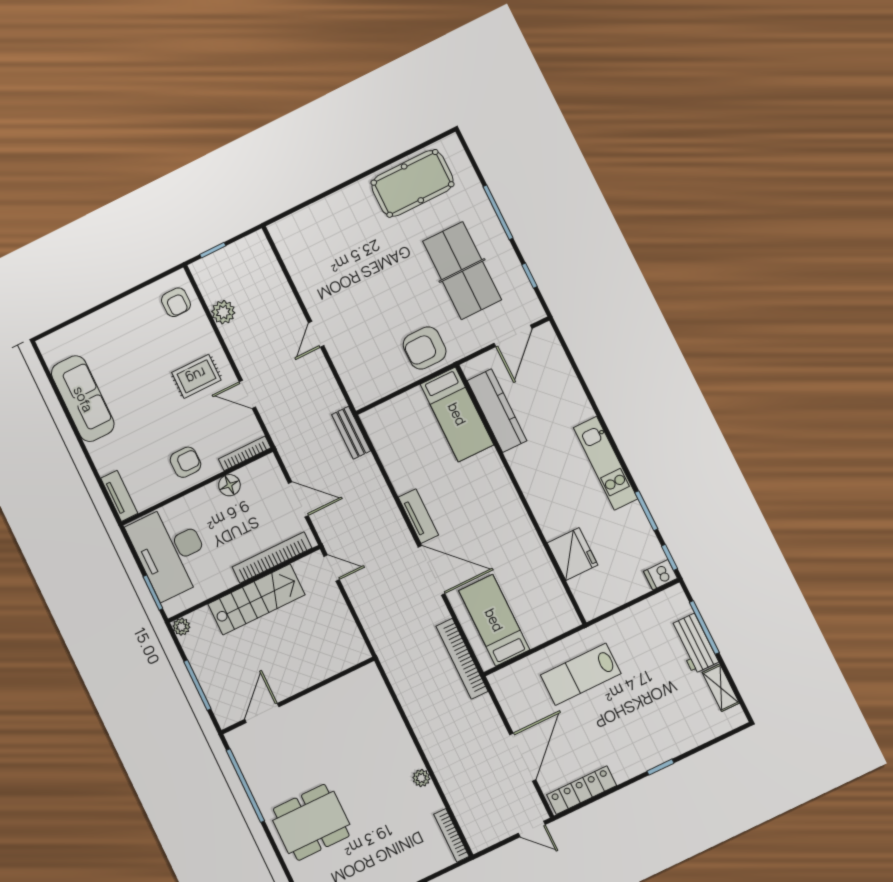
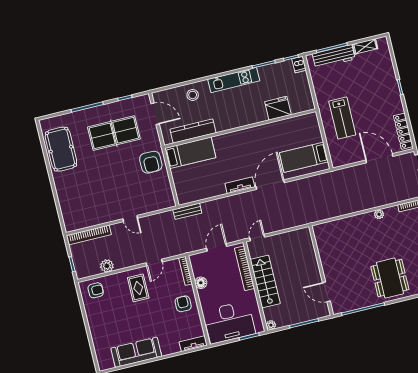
stool: (562, 395) -> (193, 95), added
workbench: (694, 644) -> (334, 56), width x1.38
bookcase: (462, 659) -> (89, 235), moved

